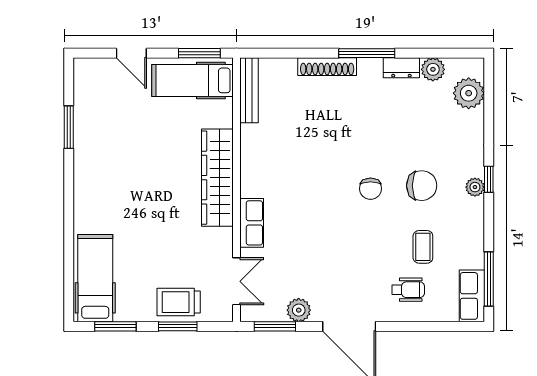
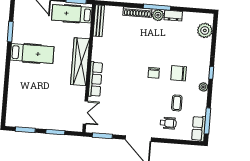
plant: (433, 69) -> (158, 15), moved
chair: (422, 186) -> (179, 73), turned 180
plant: (475, 187) -> (203, 87), moved
row of seats: (252, 223) -> (95, 79), width x1.48
hospital bed: (95, 278) -> (32, 53), moved, turned 90
trolley: (179, 302) -> (57, 120), removed
plant: (299, 310) -> (114, 129), removed

